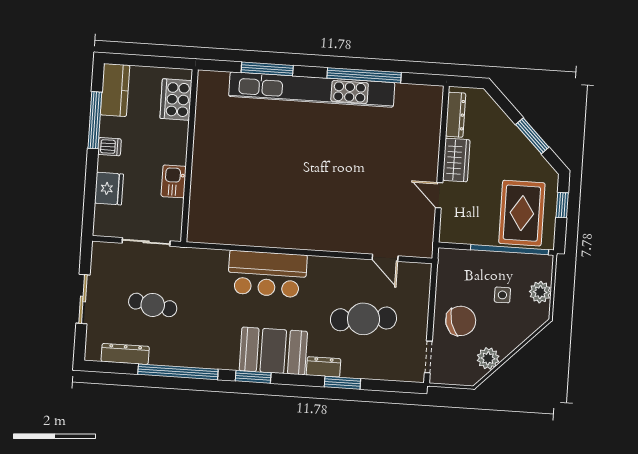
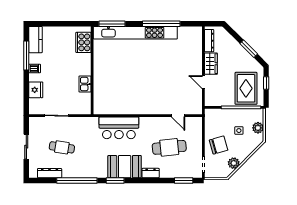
cooker: (176, 99) -> (83, 42), moved
wall: (190, 156) -> (92, 70), moved
kitchen sink: (174, 181) -> (85, 84), moved
window: (342, 383) -> (184, 180), moved

